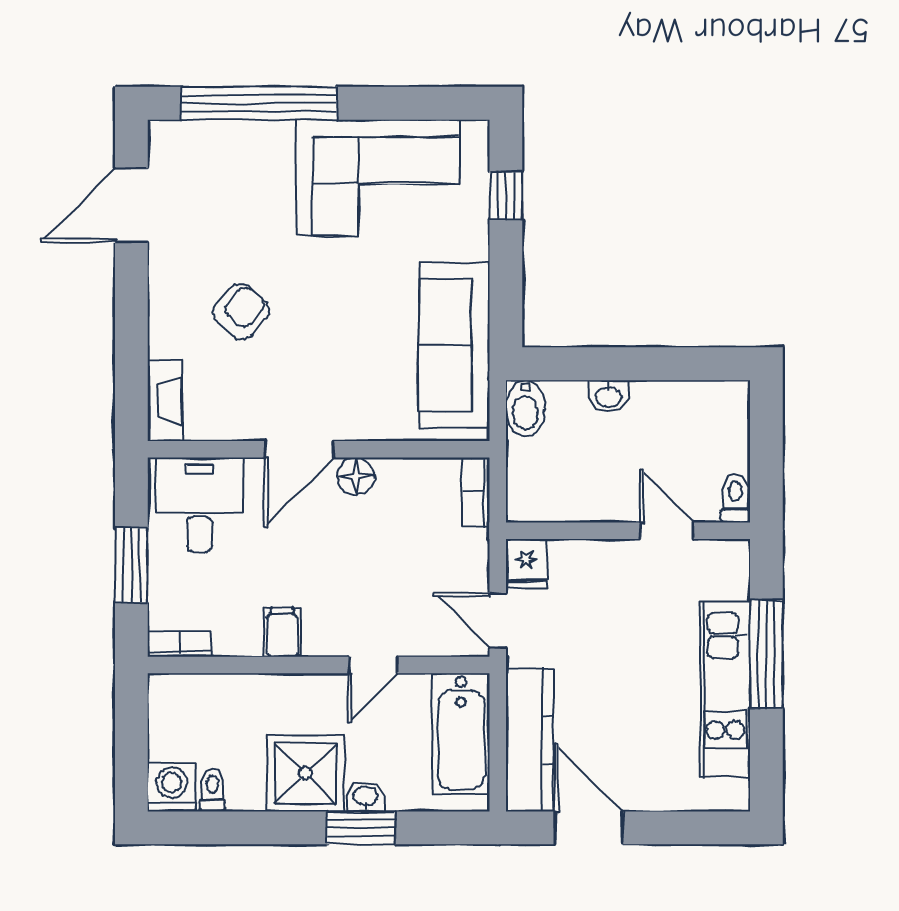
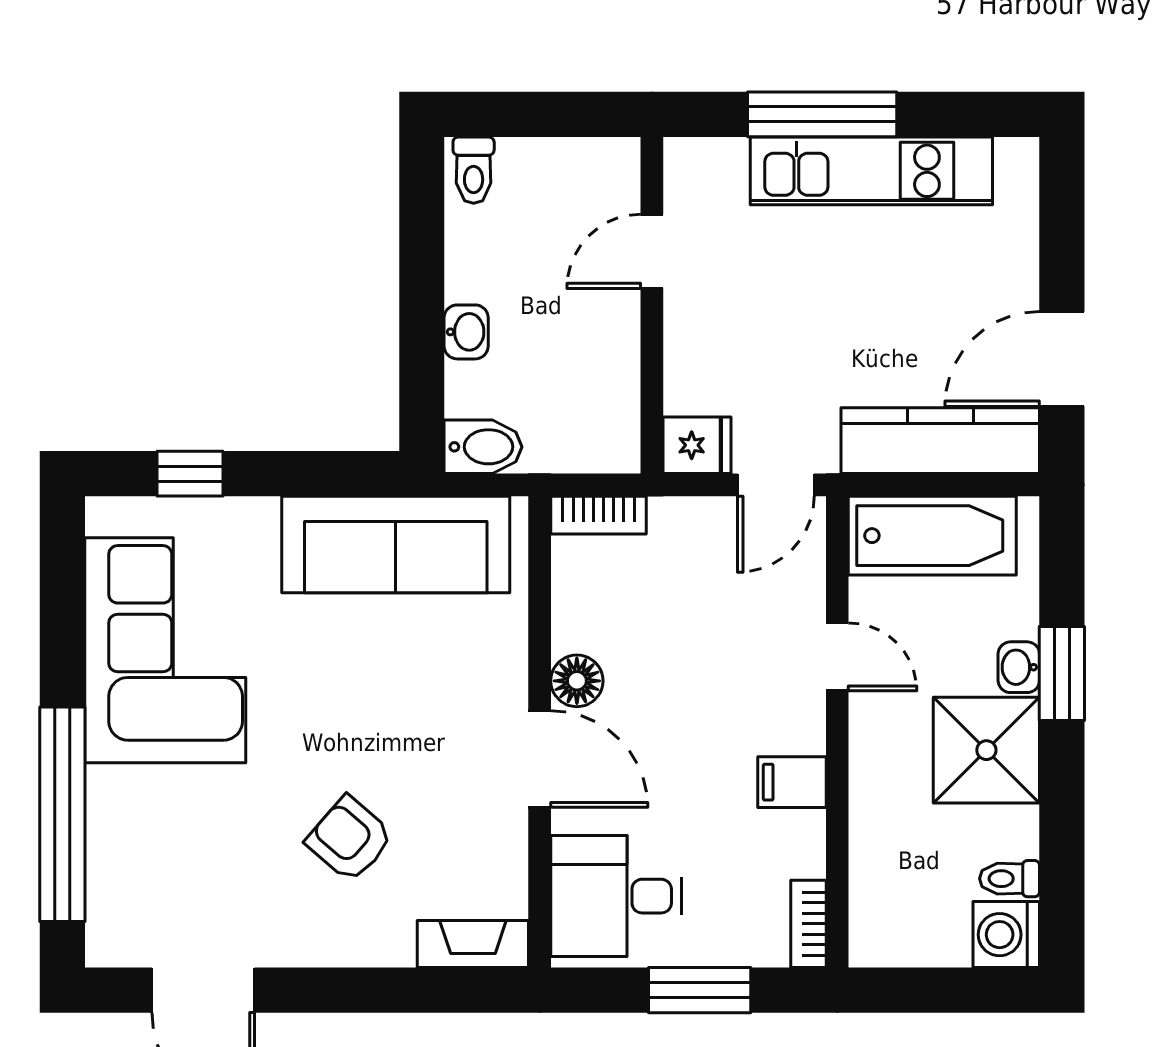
toilet: (735, 498) -> (474, 170), moved, turned -90

